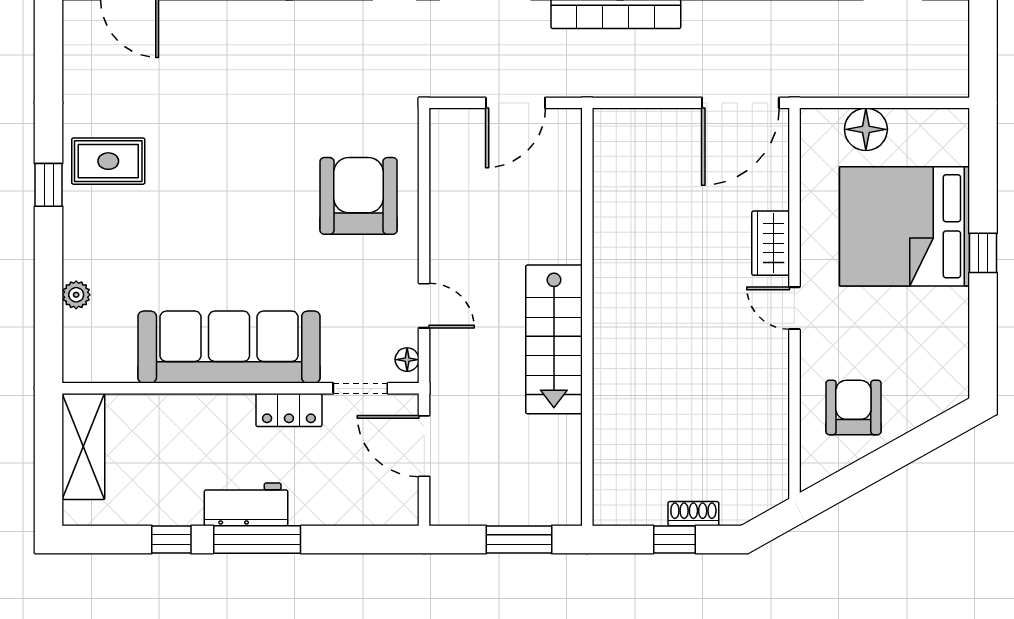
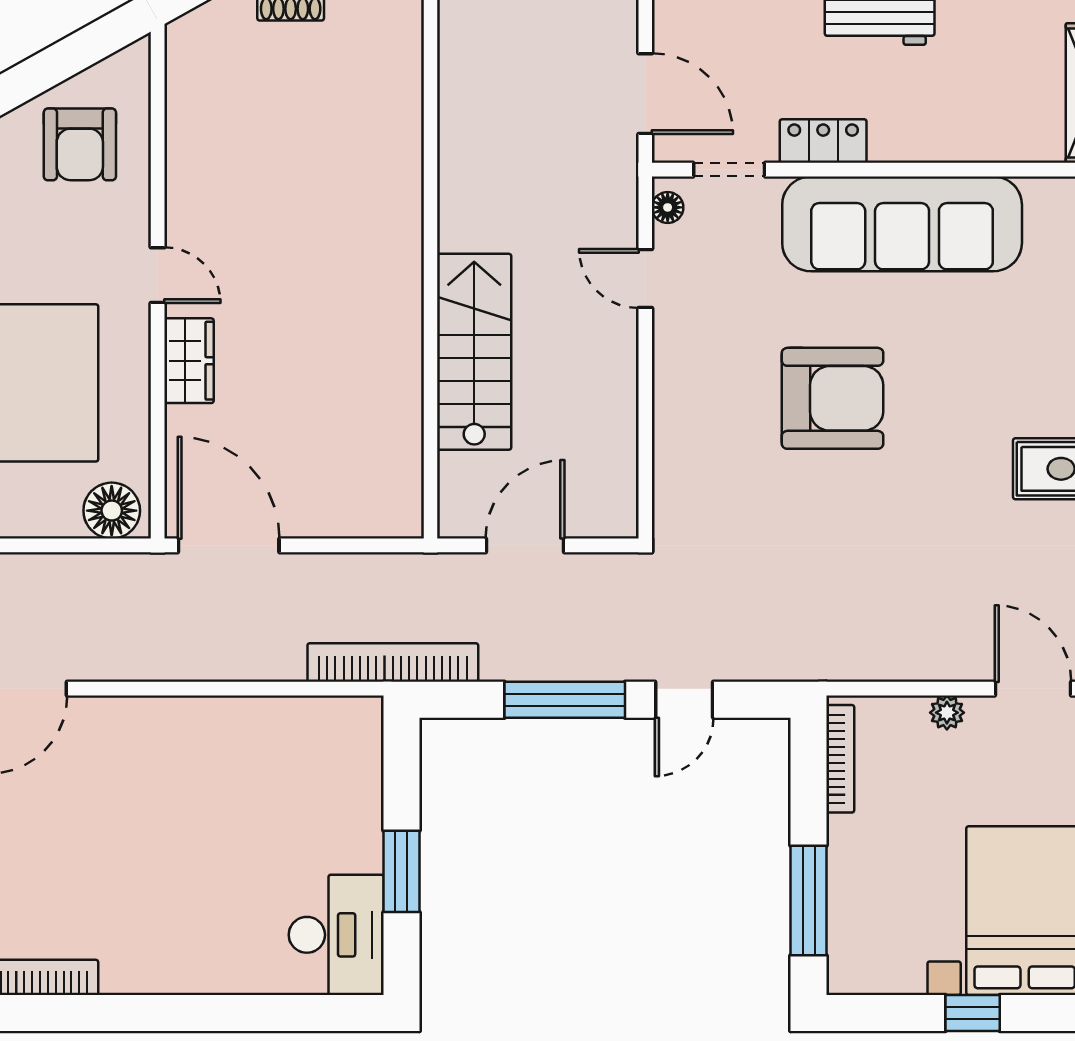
door: (740, 103) -> (229, 545), hinge flipped
floor lamp: (866, 129) -> (112, 511), moved
armchair: (359, 196) -> (832, 398), moved, turned -90
stairs: (554, 339) -> (474, 352), moved

